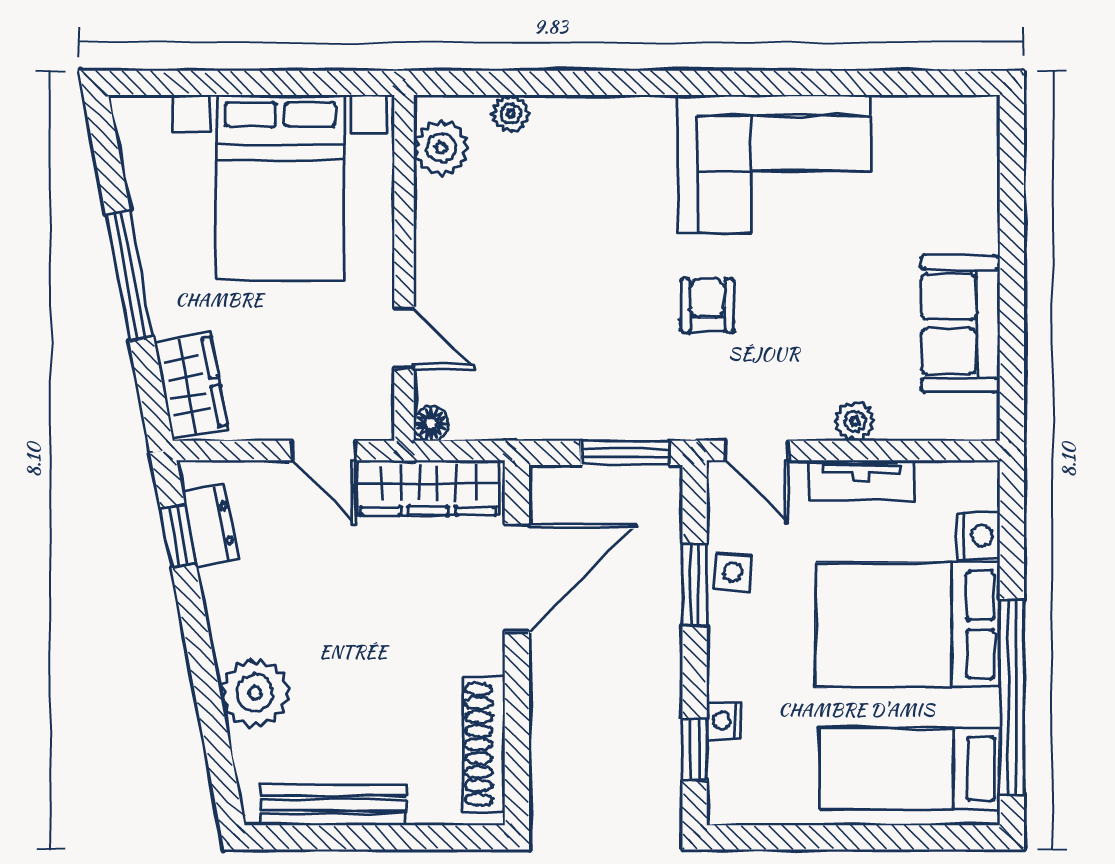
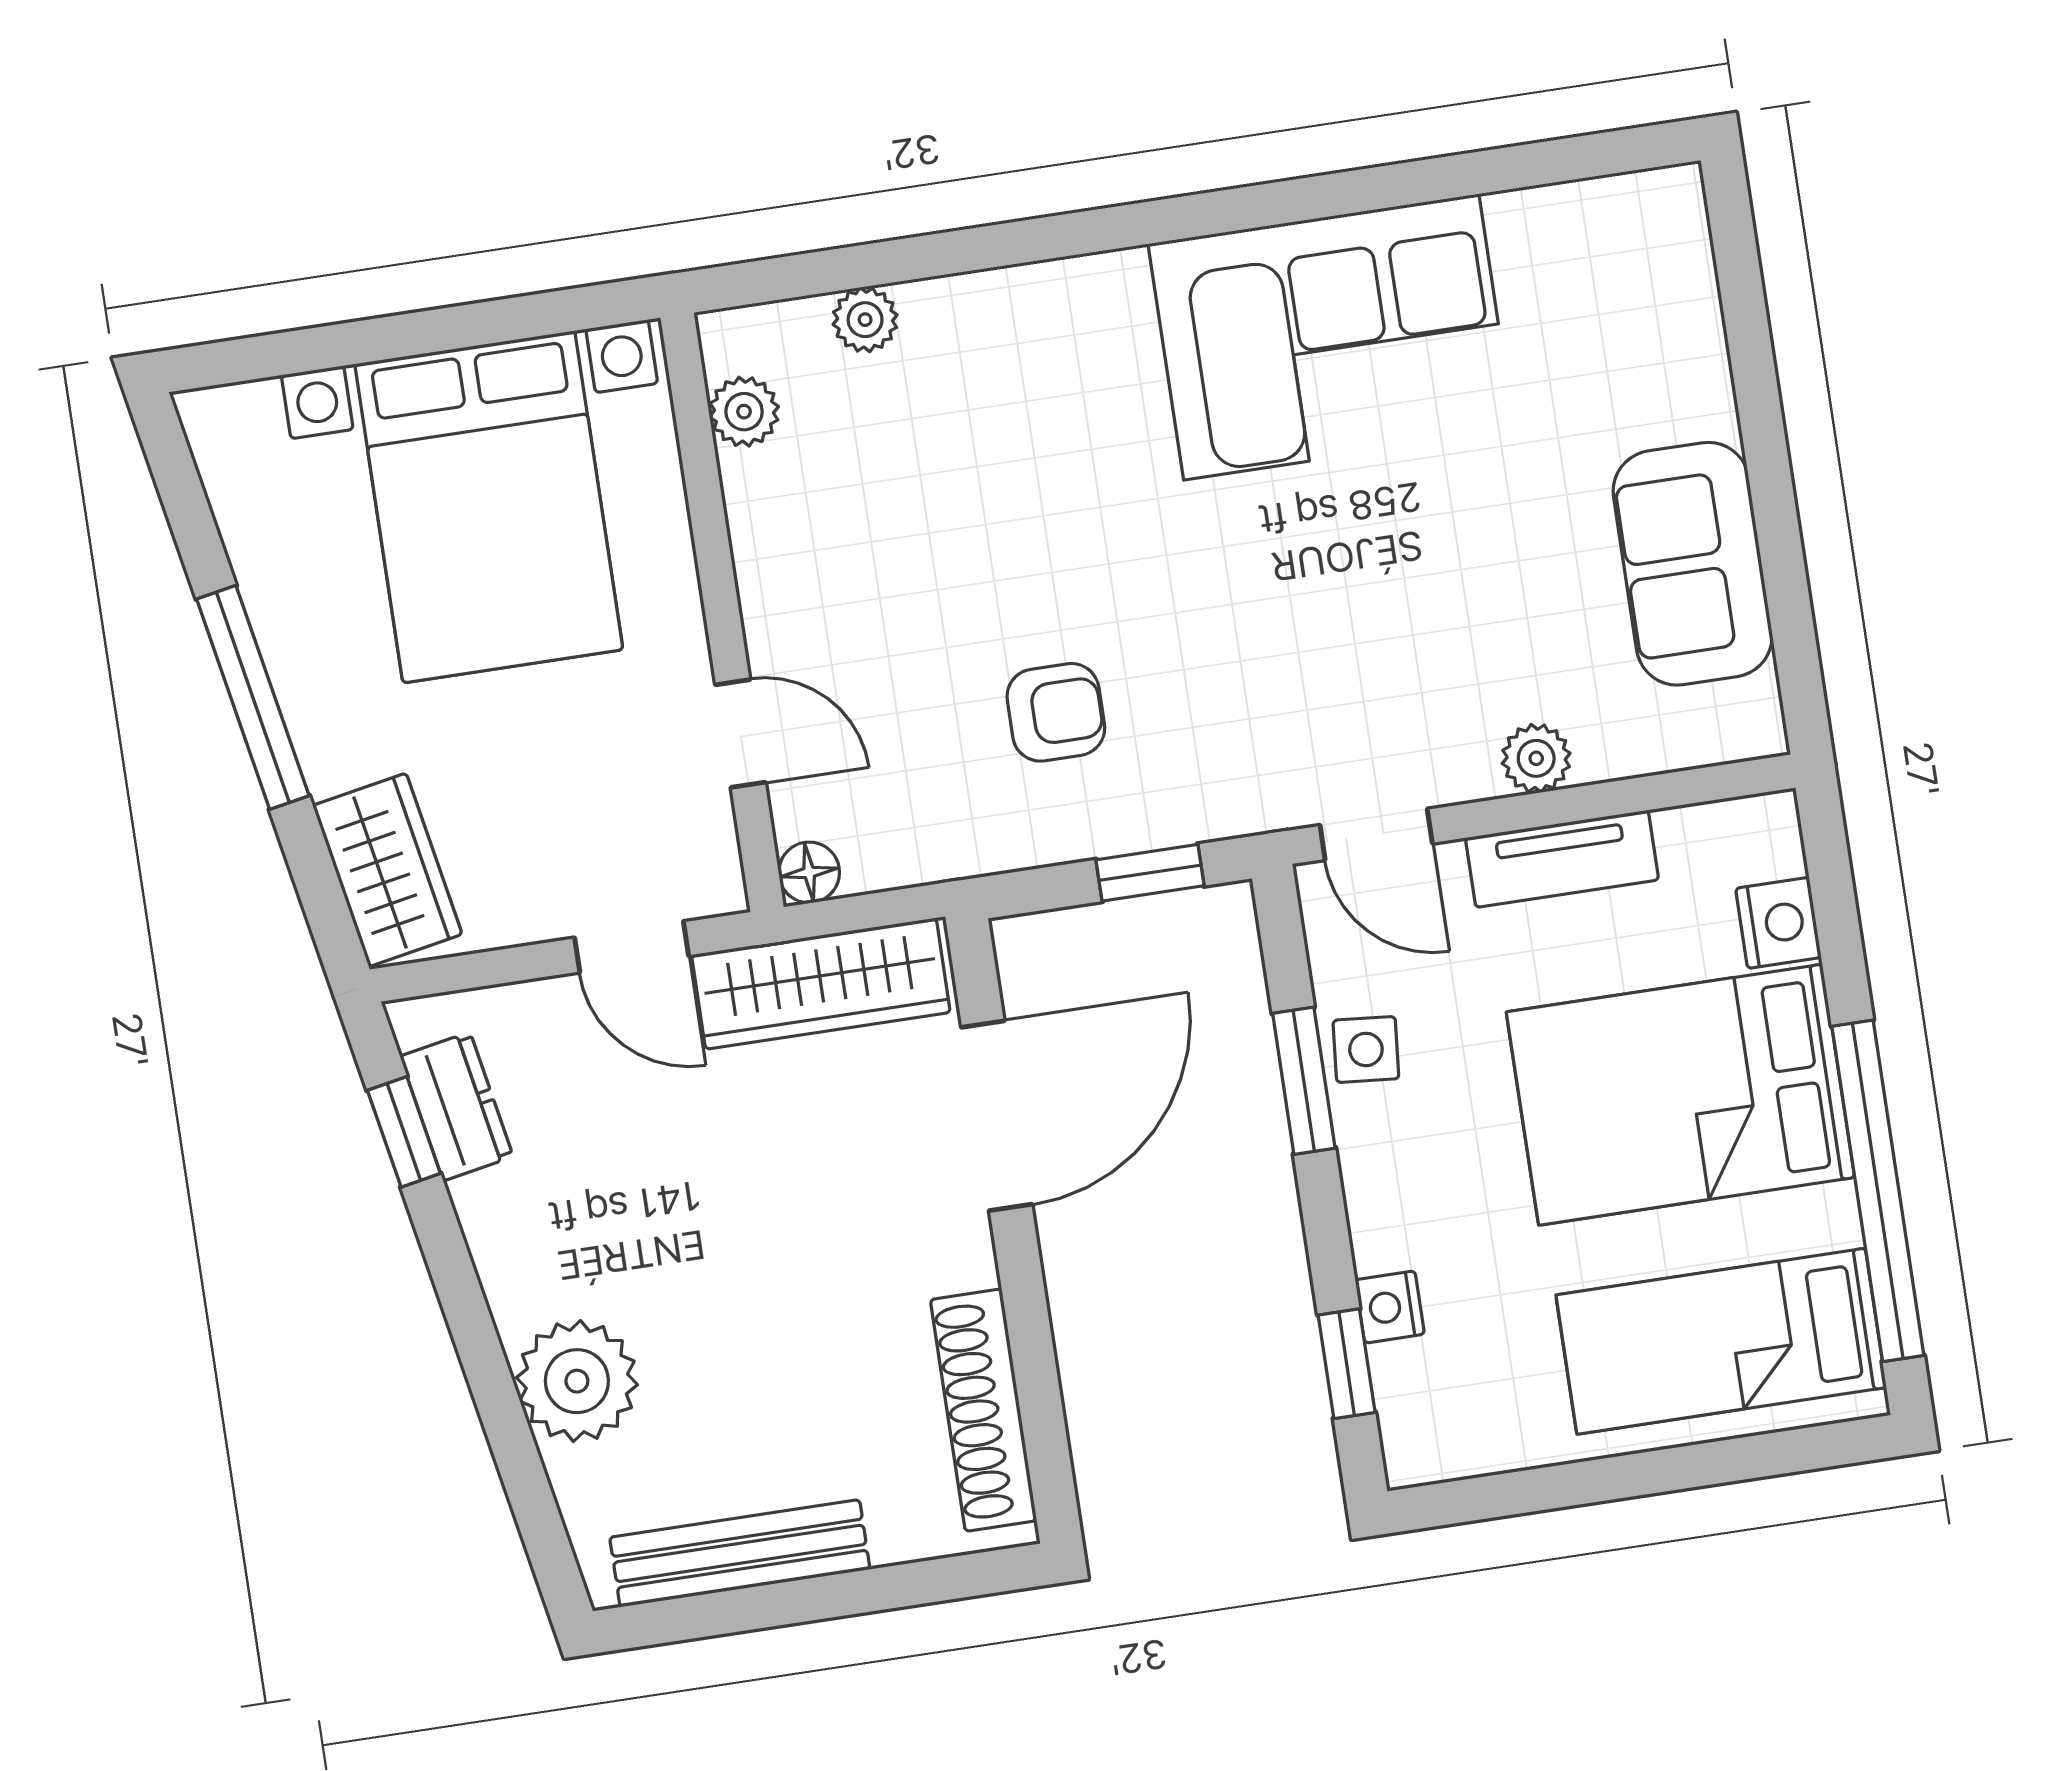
plant: (441, 148) -> (744, 412), width x0.73, depth x0.73
armchair: (707, 306) -> (1056, 712), moved, turned 90
window: (625, 453) -> (1150, 873), width x0.67

